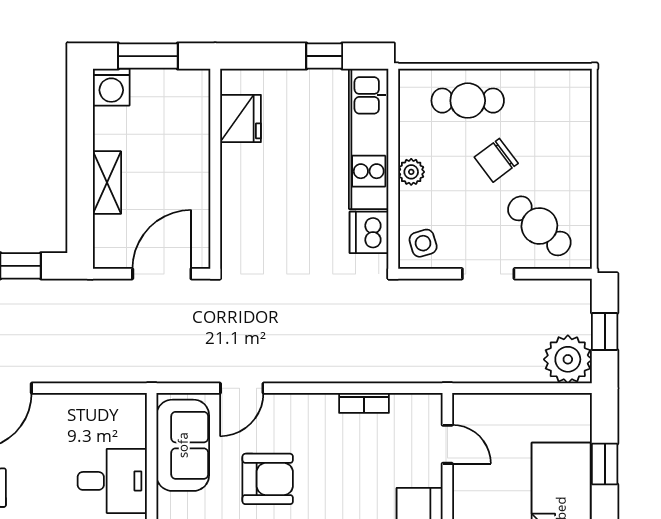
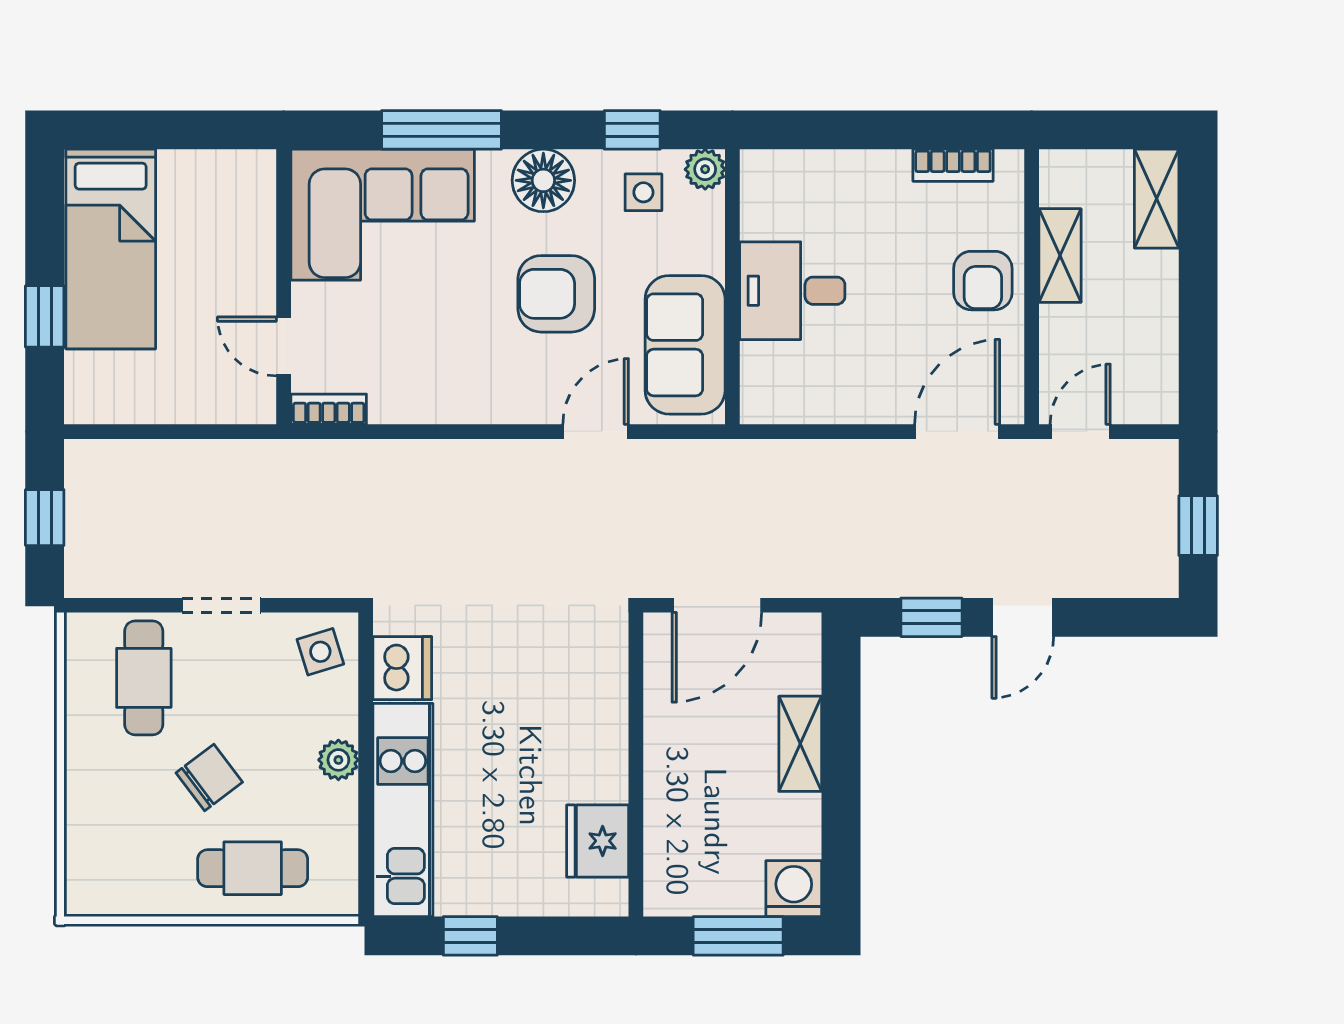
cafe table: (539, 226) -> (144, 678), turned 48
plant: (568, 359) -> (101, 475), removed
bookcase: (364, 403) -> (329, 409), moved

